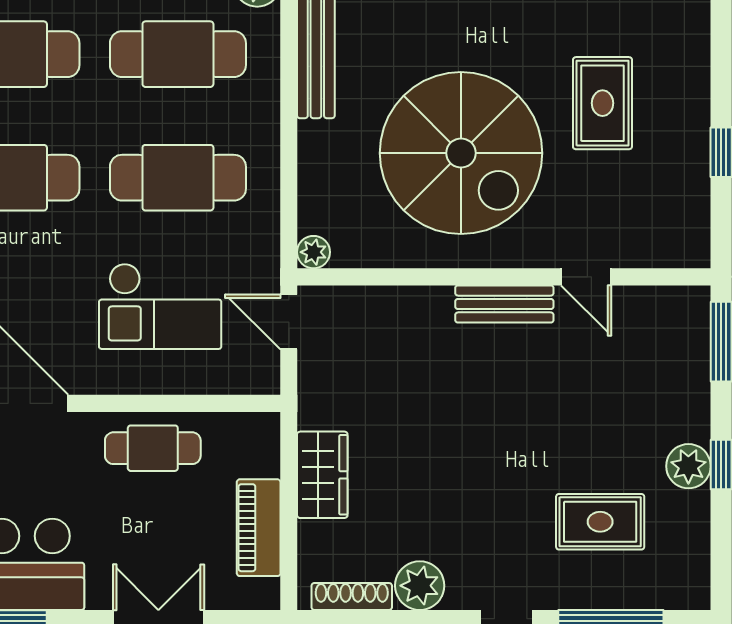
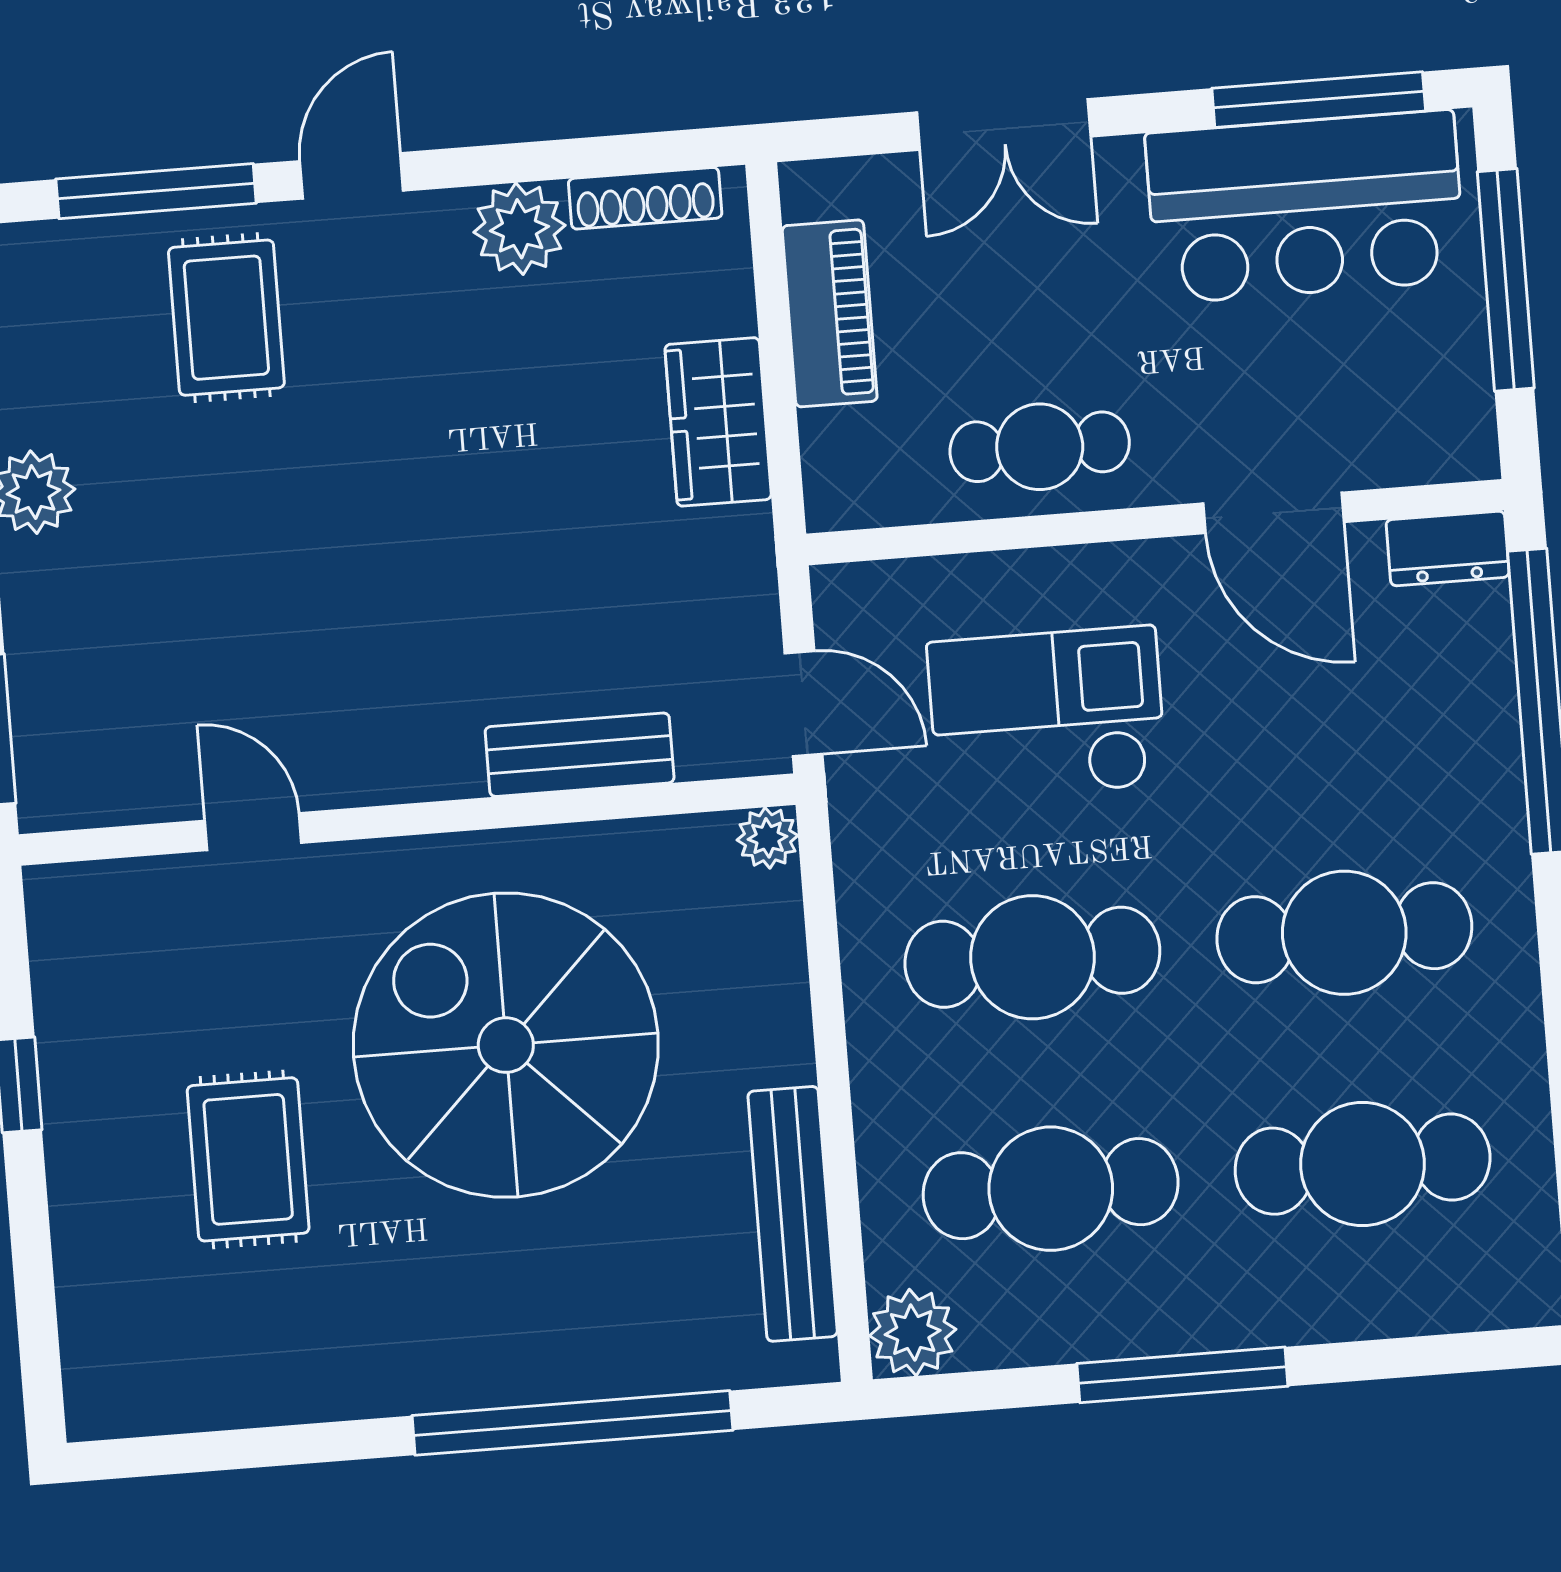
bench: (504, 304) -> (580, 755), moved
rug: (600, 522) -> (226, 318), moved, turned 90

